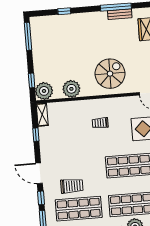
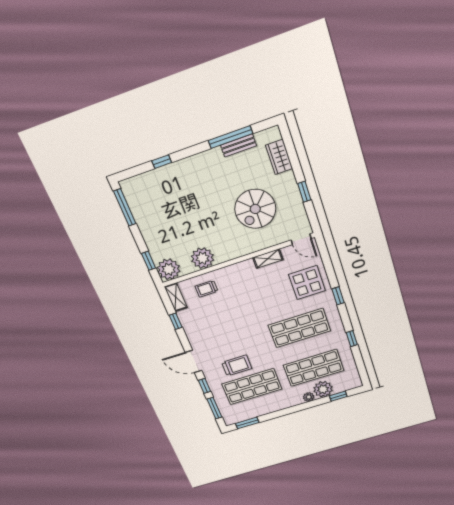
spiral stairs: (110, 74) -> (255, 209), moved, turned 180
shelving: (119, 102) -> (268, 259), added
trolley: (100, 123) -> (206, 289), moved

